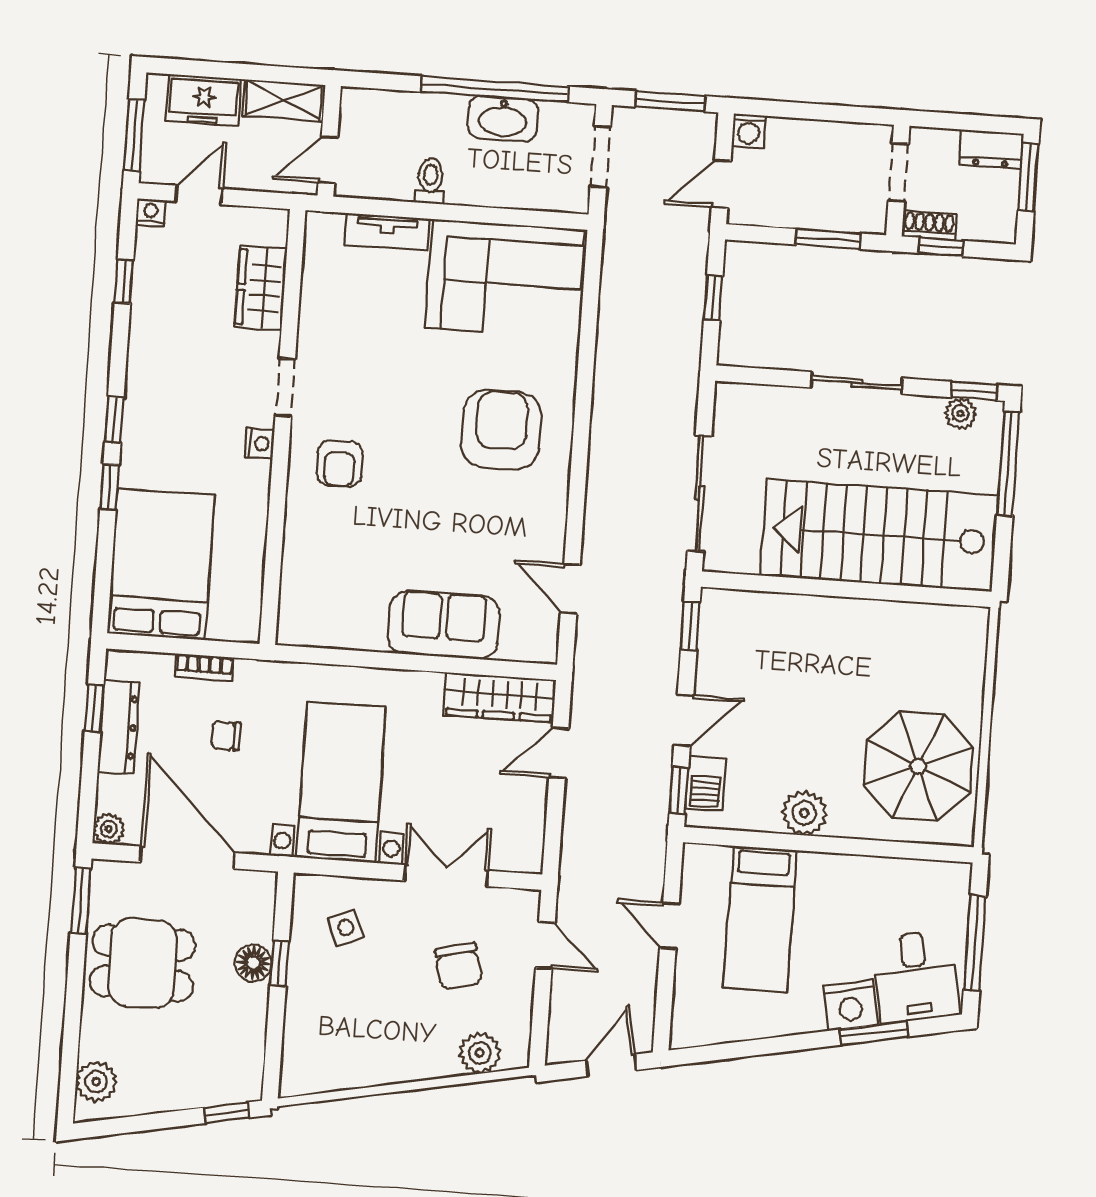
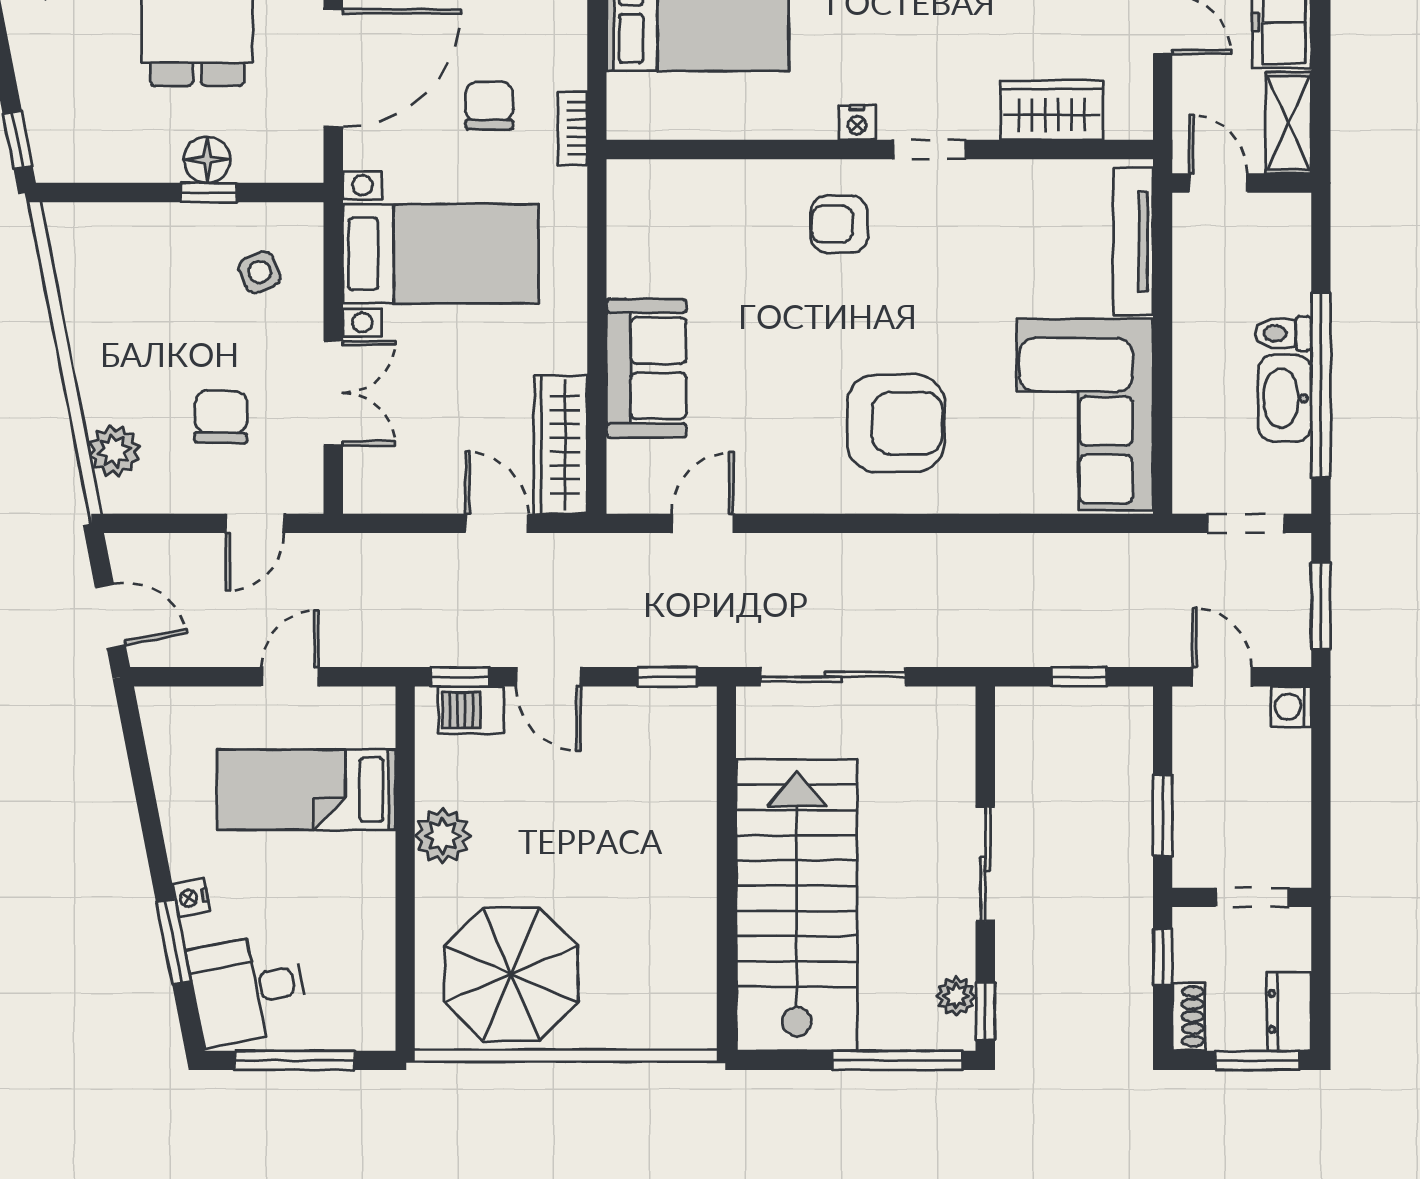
toilet: (430, 181) -> (1283, 334), moved, turned 180
shoe rack: (929, 225) -> (1189, 1016), moved
tv unit: (387, 232) -> (1133, 242), width x1.41
bookcase: (204, 667) -> (573, 128), moved
chair: (226, 735) -> (489, 106), width x1.37, depth x1.37
chair: (459, 966) -> (221, 417), turned 105
nightstand: (850, 1005) -> (191, 898), width x0.53, depth x0.56

